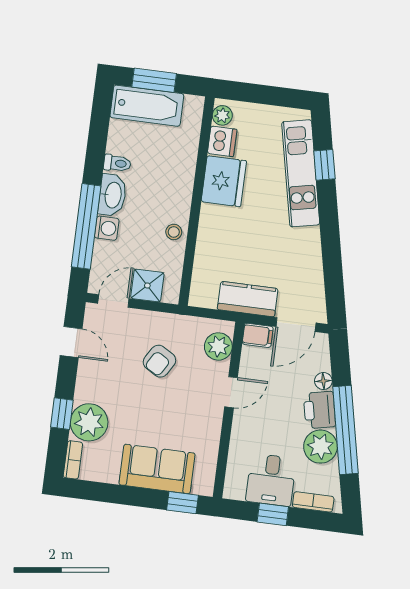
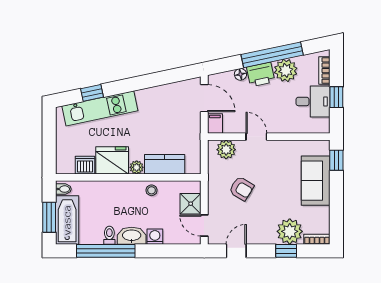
bidet: (192, 106) -> (63, 189), added
plant: (222, 115) -> (137, 167), moved
window: (86, 226) -> (106, 251), moved
kitchen counter: (248, 299) -> (165, 164), moved, turned 90

